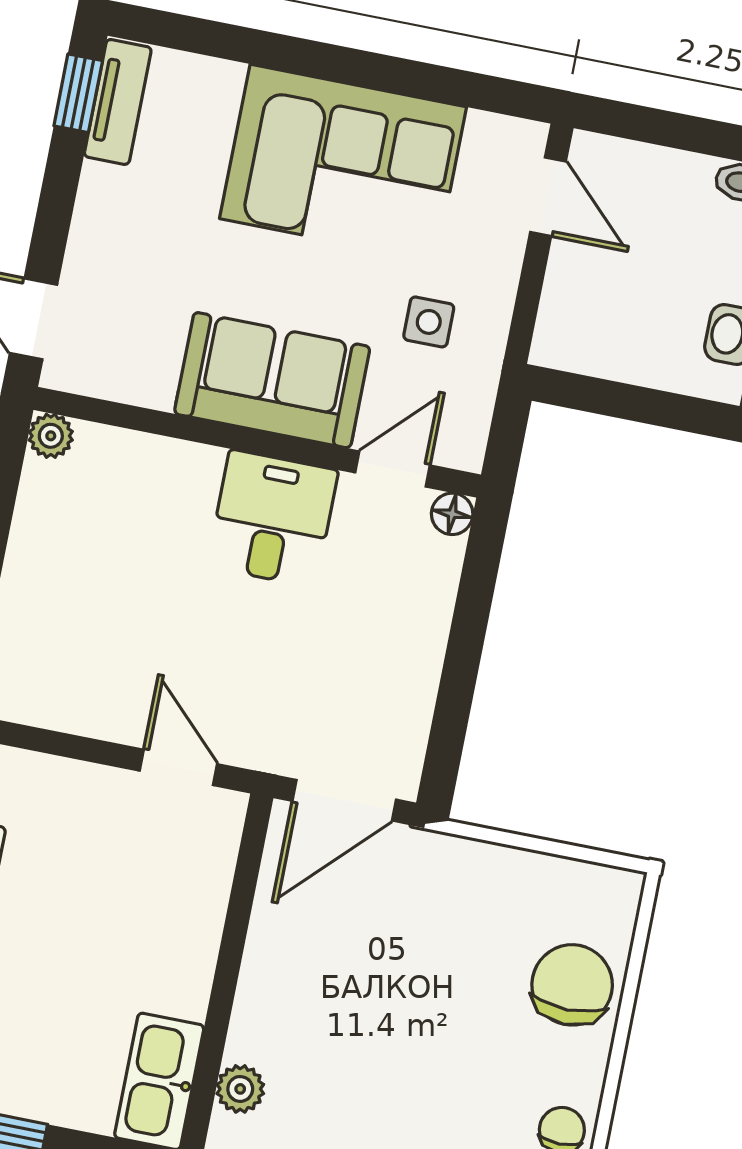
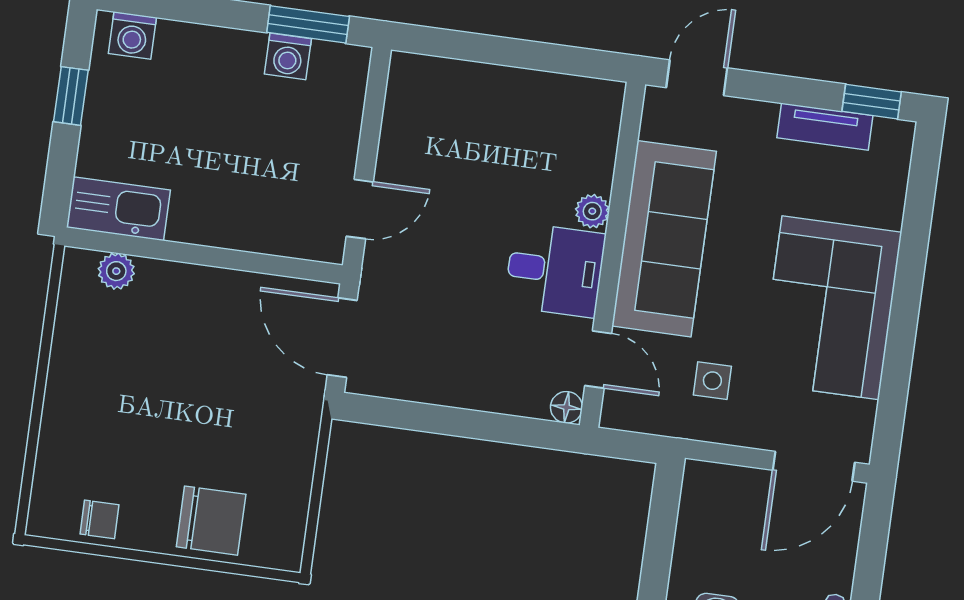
tv unit: (118, 102) -> (825, 127), moved
door: (548, 197) -> (814, 466), width x1.38
sofa: (272, 380) -> (664, 239), width x1.36
plant: (51, 436) -> (592, 211), moved

